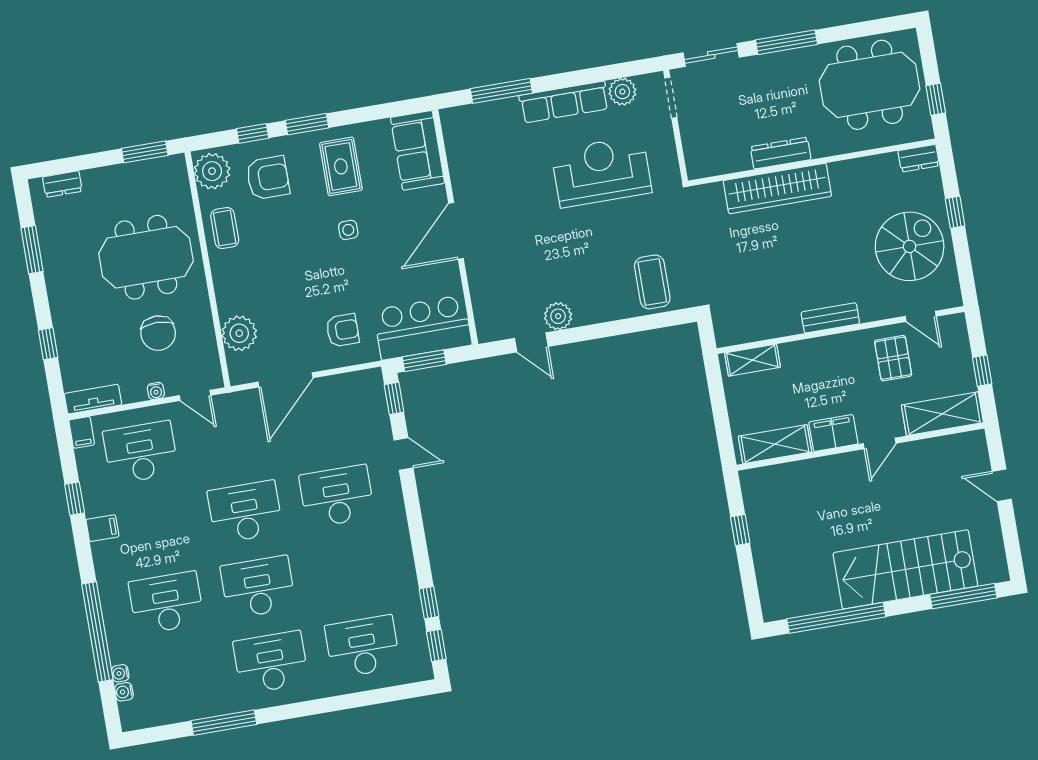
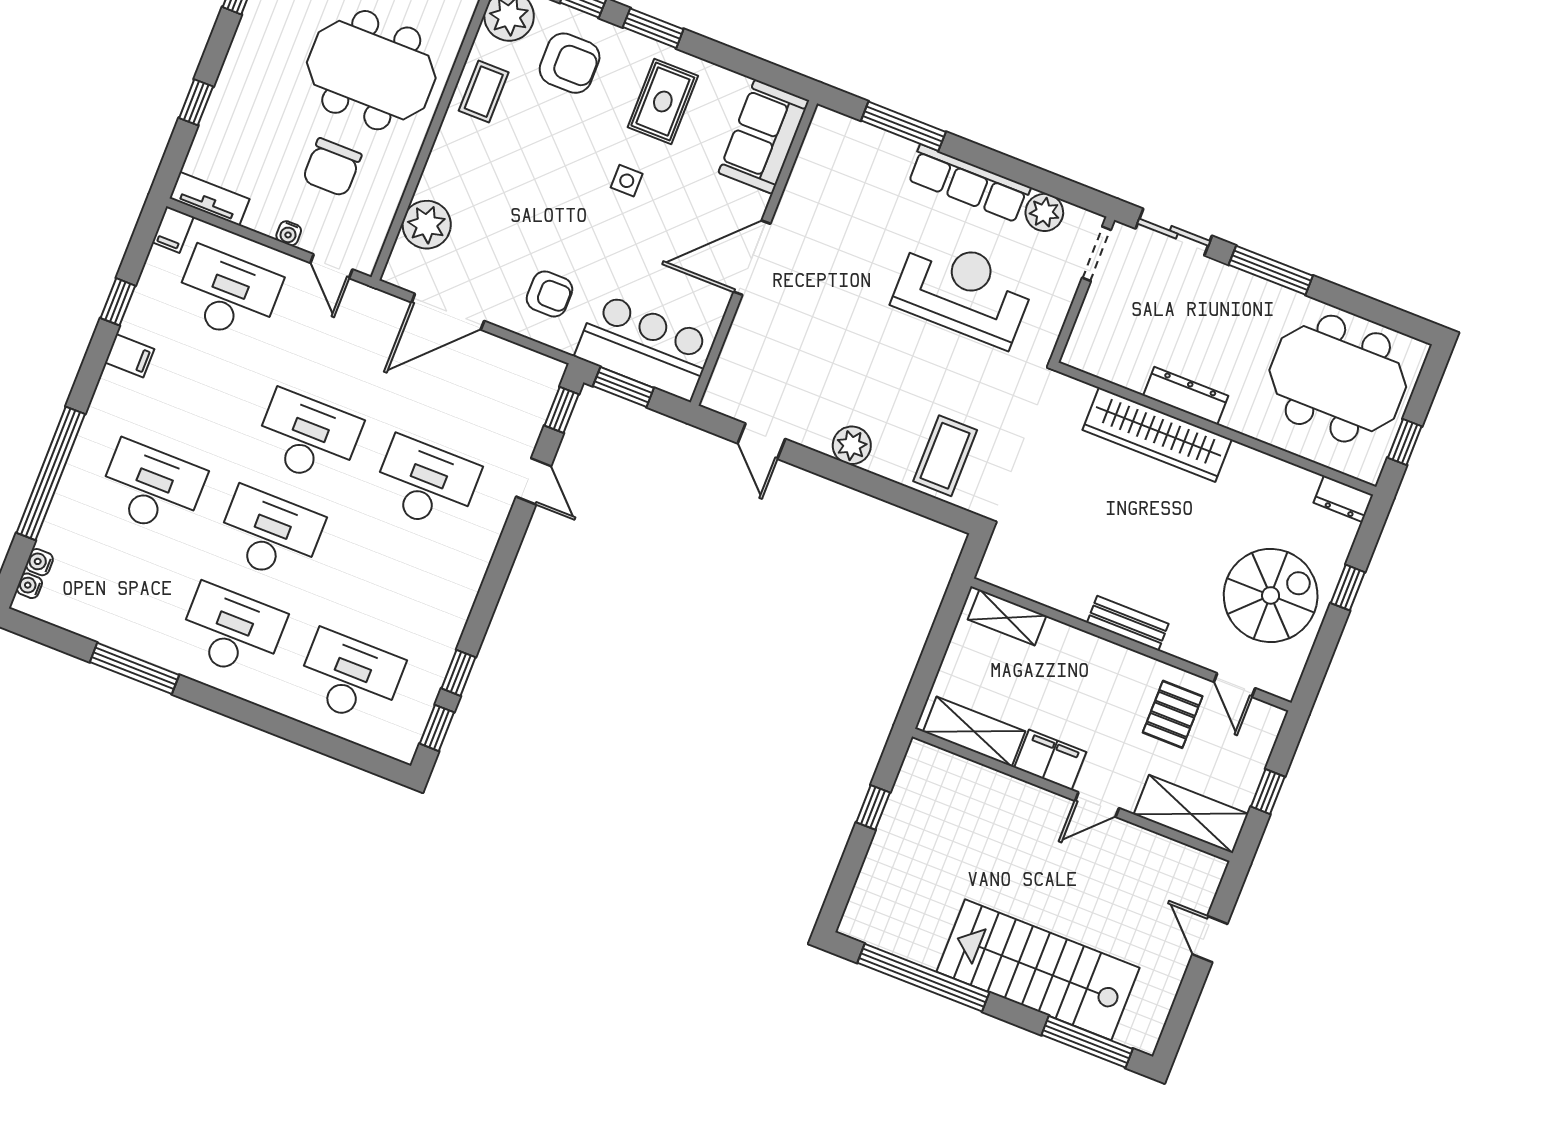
plant: (558, 316) -> (852, 445), moved
water cooler: (120, 673) -> (29, 586), moved

